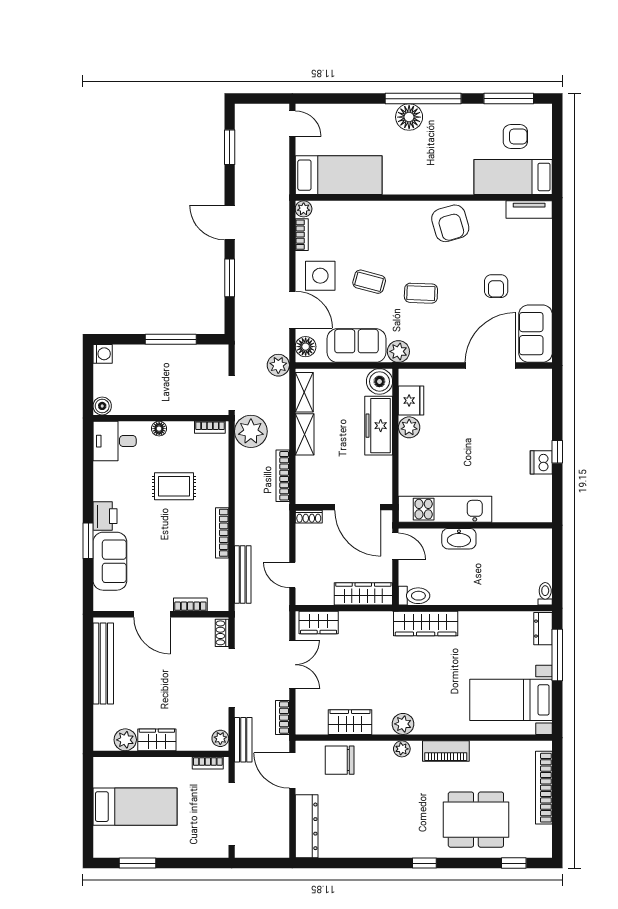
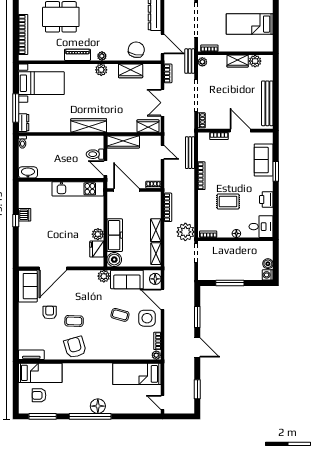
coffee table: (421, 293) -> (74, 321), moved
plant: (278, 365) -> (170, 269), removed
boiler: (102, 406) -> (268, 264), moved
printer: (105, 516) -> (266, 200), moved
washbasin: (459, 539) -> (28, 172), moved
toilet: (414, 596) -> (95, 154), moved
chair: (340, 760) -> (136, 50), turned -79

